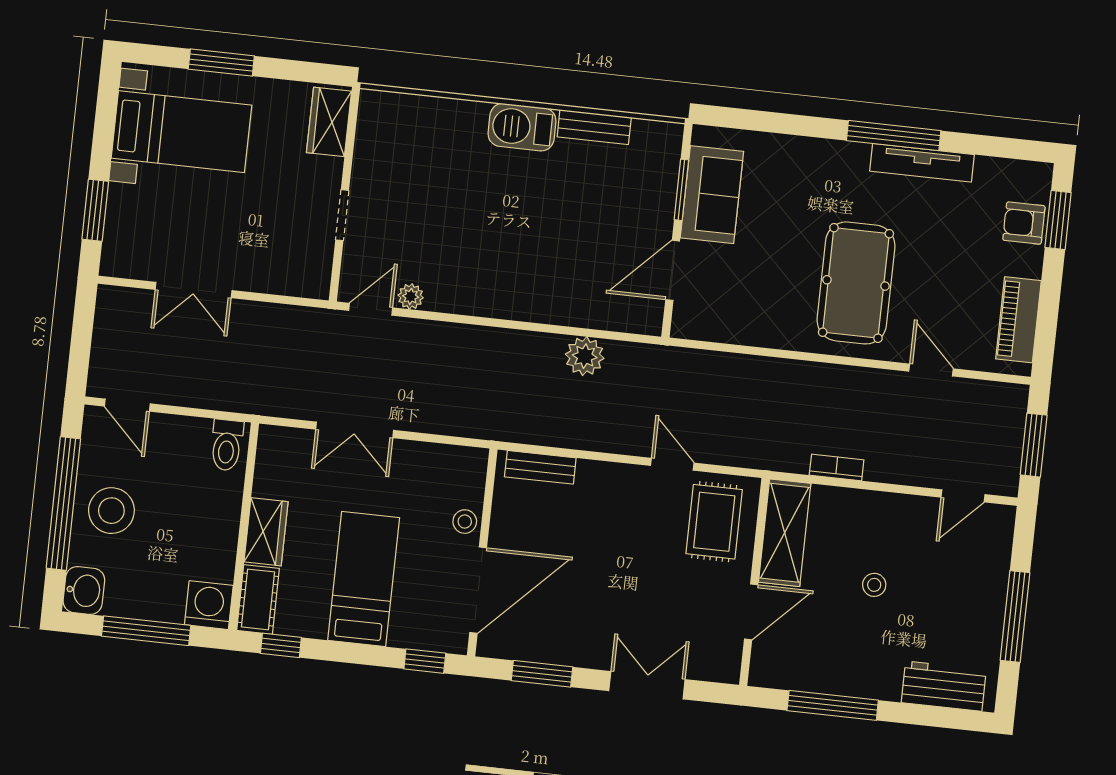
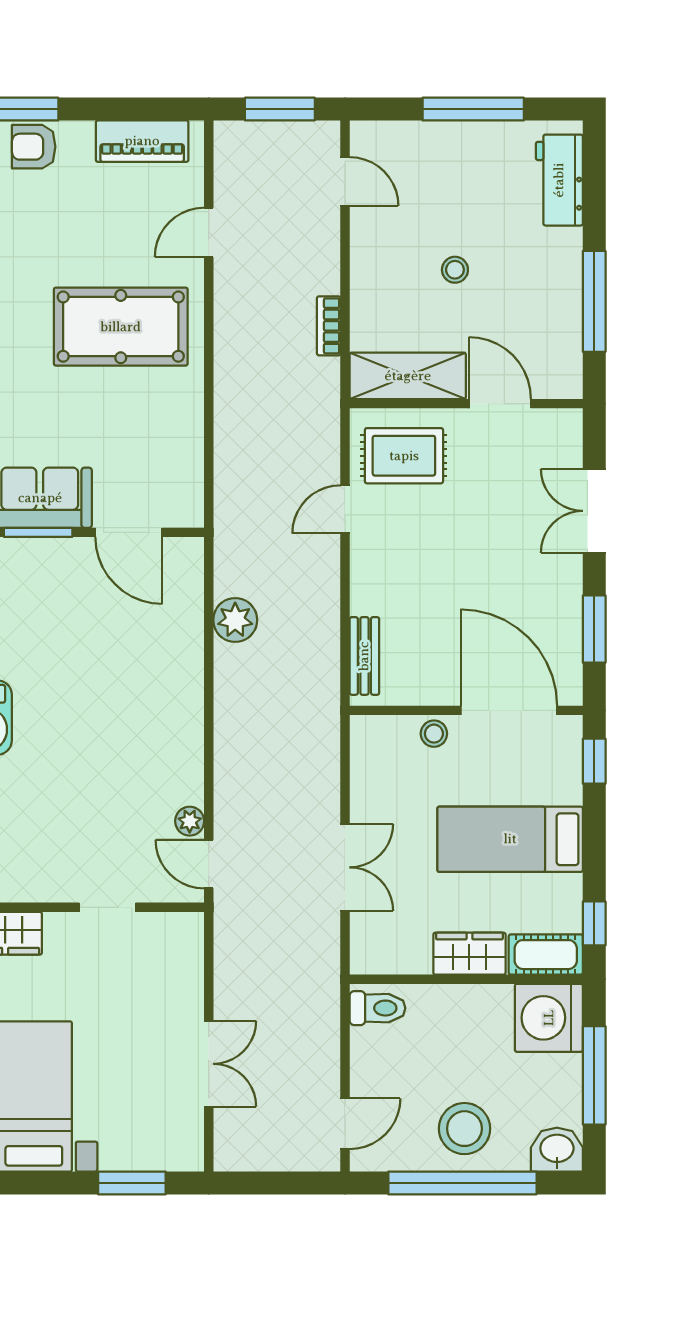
armchair: (1024, 223) -> (34, 147), turned 90
washing machine: (209, 605) -> (549, 1018), width x1.37, depth x1.37

